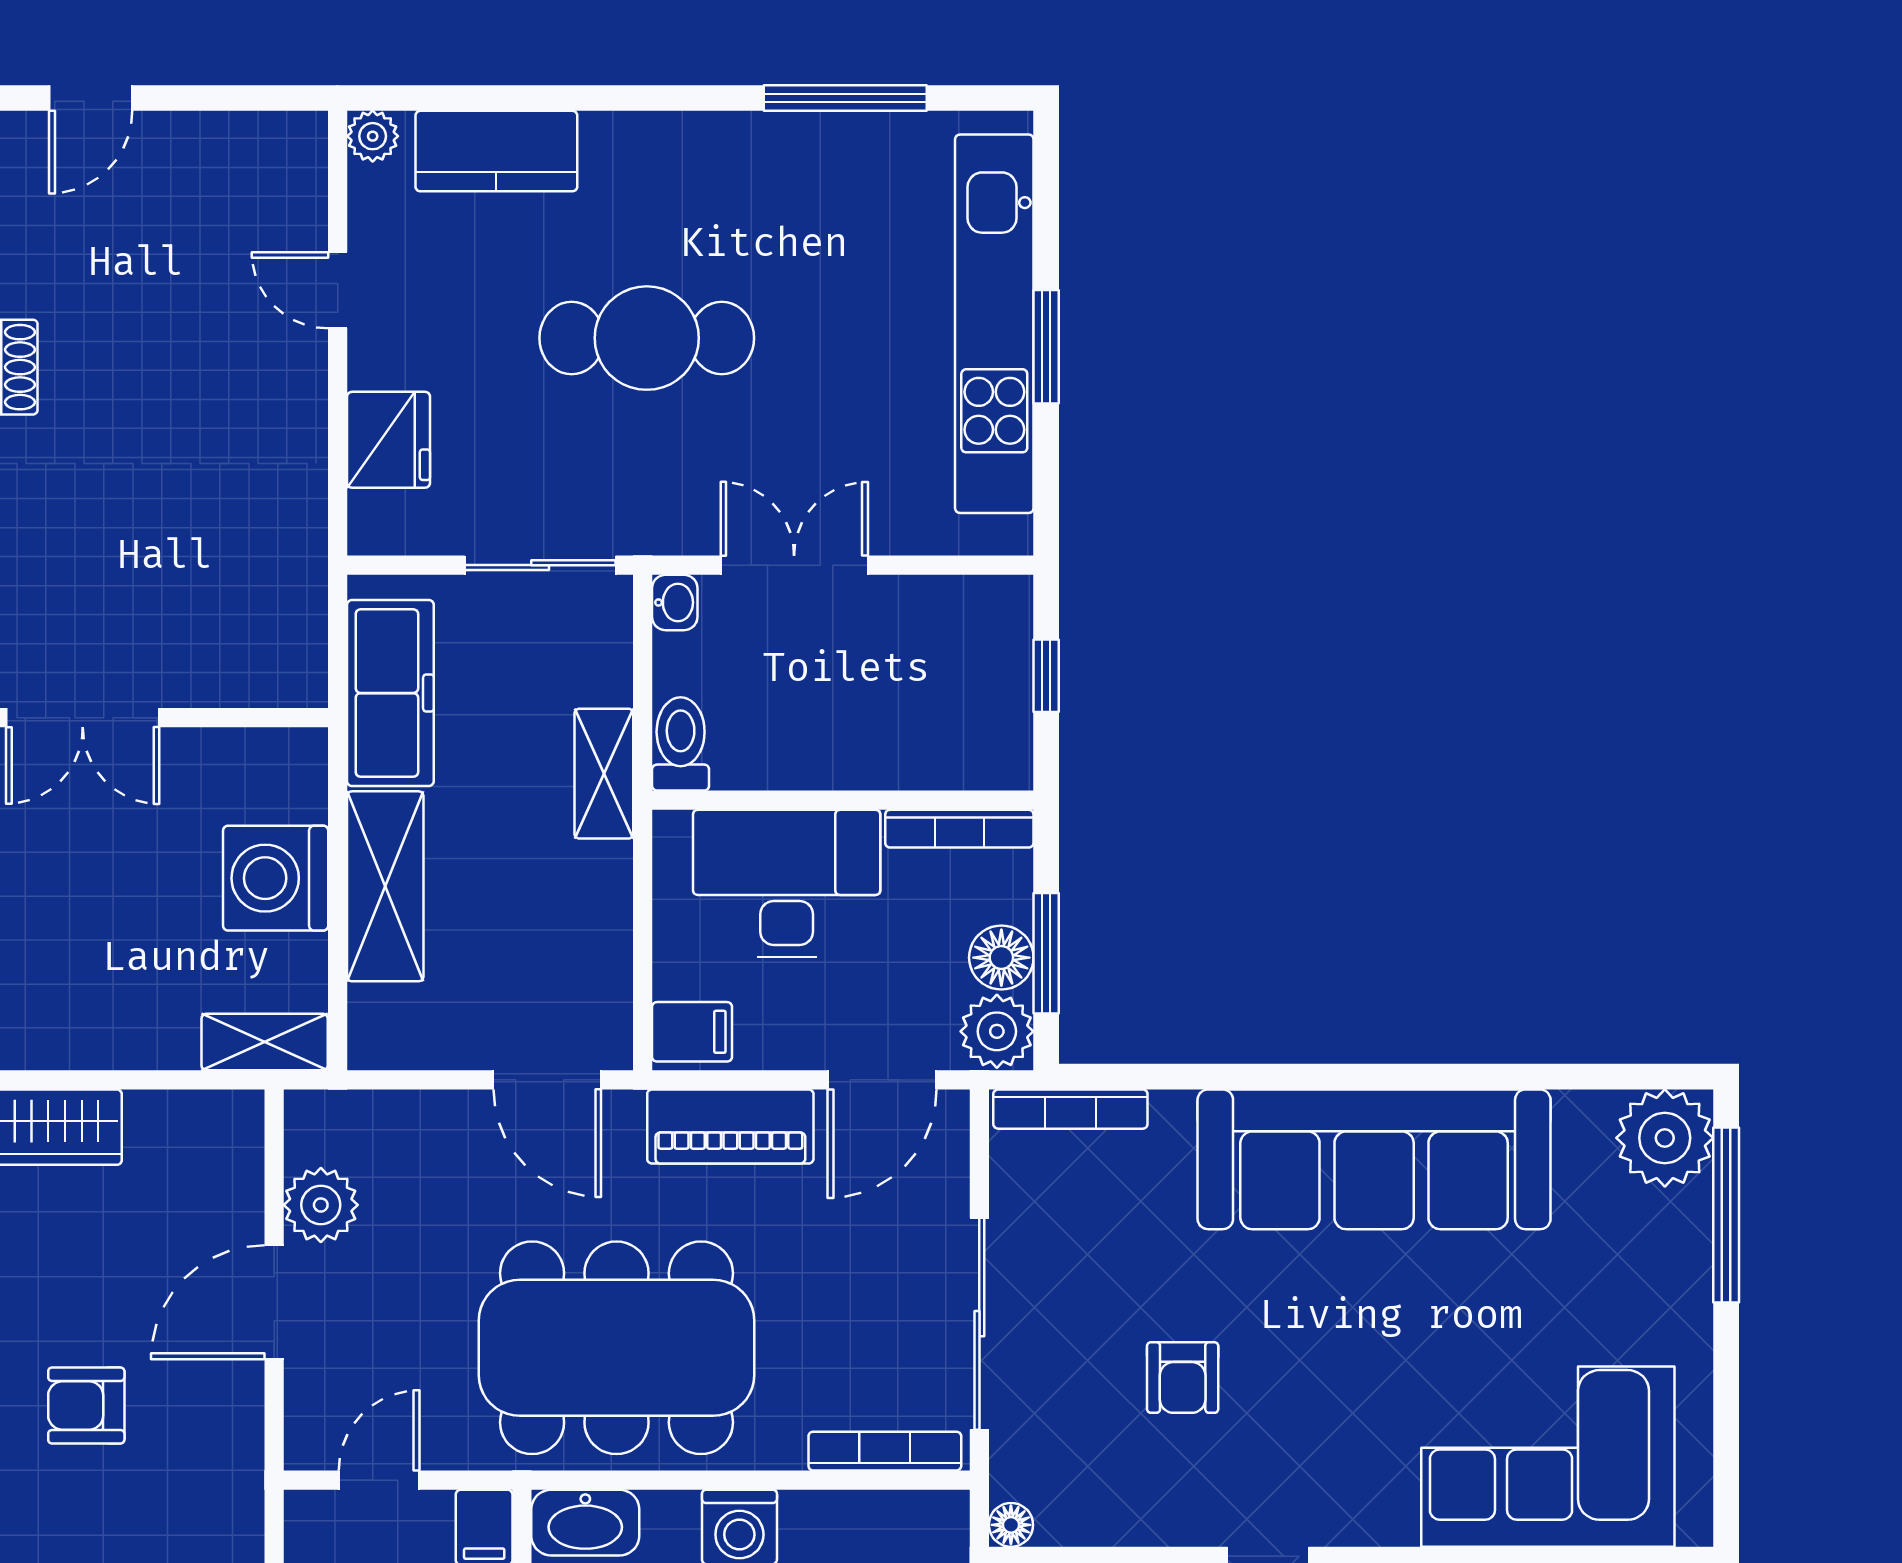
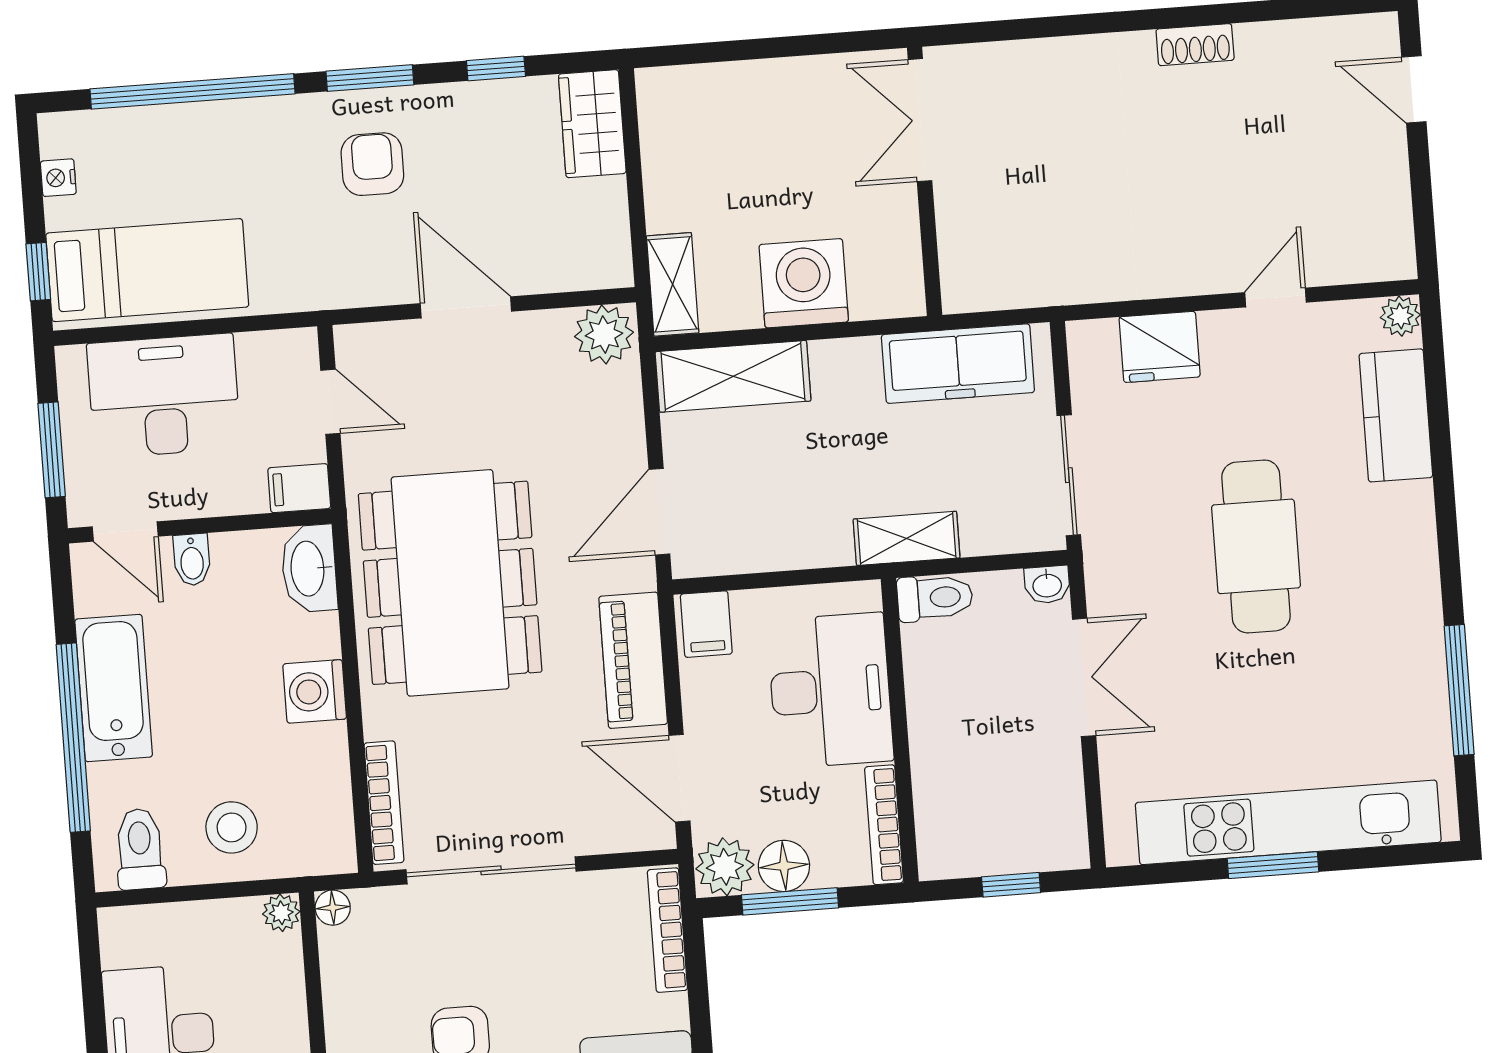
shelving: (385, 886) -> (733, 376), moved
plant: (321, 1205) -> (604, 334), moved

